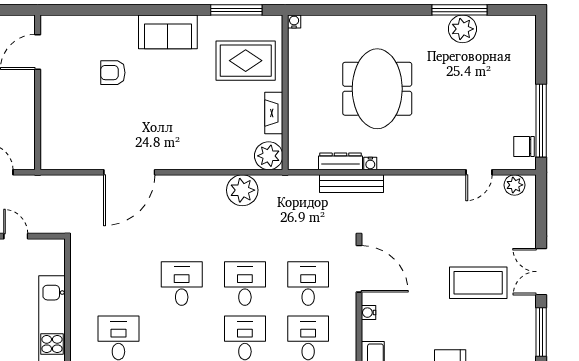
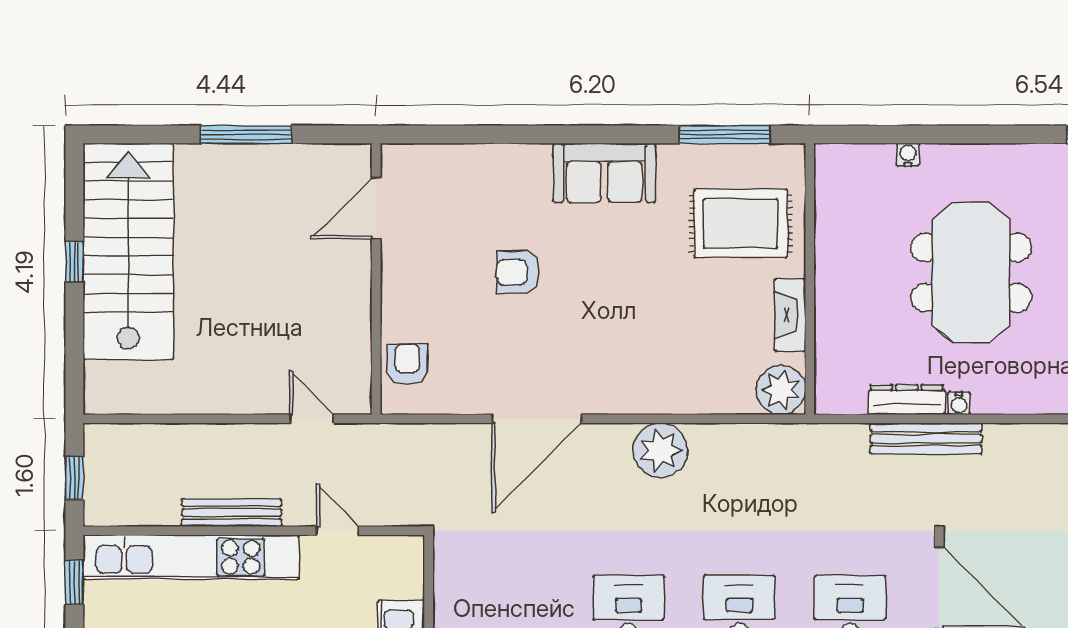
water cooler: (294, 22) -> (908, 155), moved
armchair: (113, 73) -> (518, 272), moved
armchair: (55, 141) -> (407, 364), added
plant: (242, 190) -> (661, 450), moved

